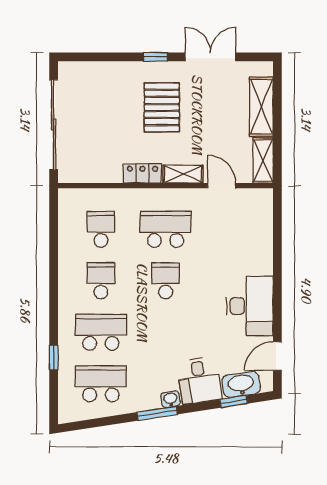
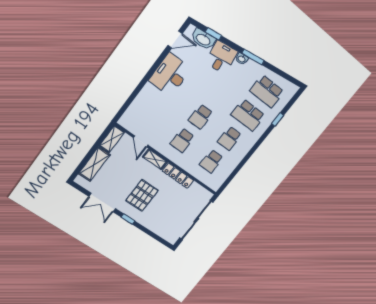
locker: (142, 174) -> (178, 176), width x1.53
school desk: (166, 229) -> (182, 140), width x0.54

